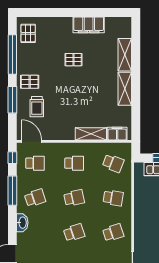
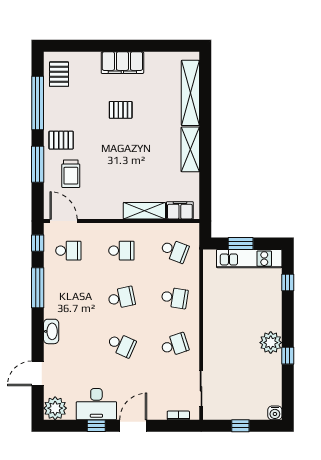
filing cabinet: (89, 25) -> (122, 63), moved
shelving: (125, 55) -> (190, 93), width x1.47
school desk: (35, 198) -> (68, 298), removed
school desk: (74, 233) -> (121, 345), turned 42

